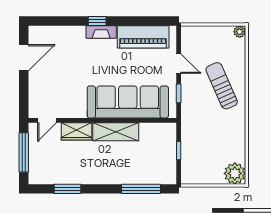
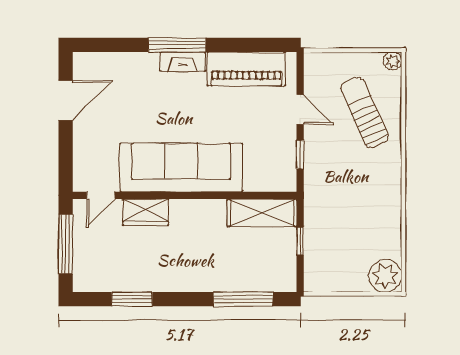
window: (97, 21) -> (177, 45), width x2.17
sun lounger: (222, 86) -> (365, 112), moved
sofa: (128, 102) -> (181, 168), moved
shelving: (116, 132) -> (262, 213), moved

